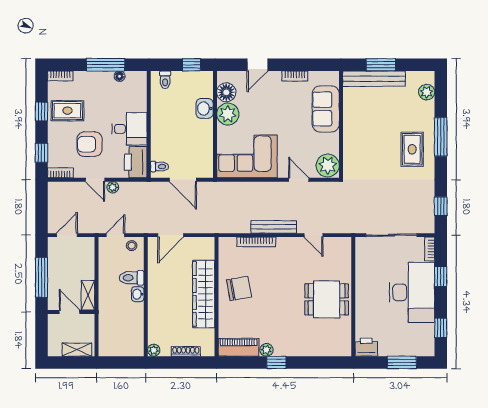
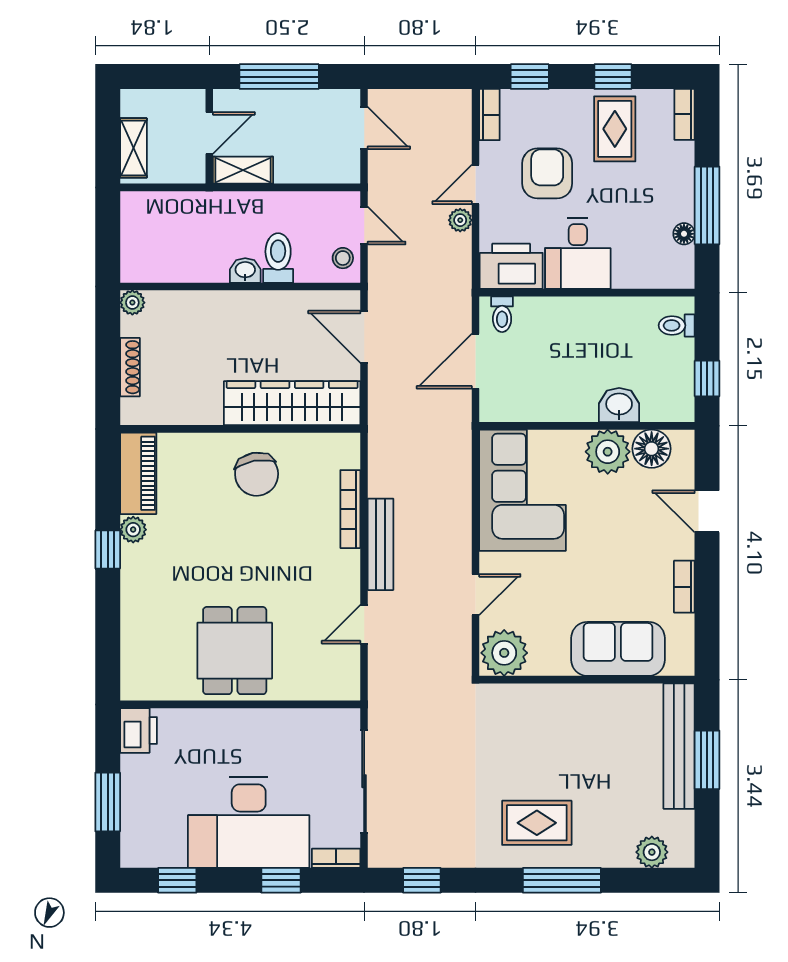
wardrobe: (204, 294) -> (292, 403), moved

